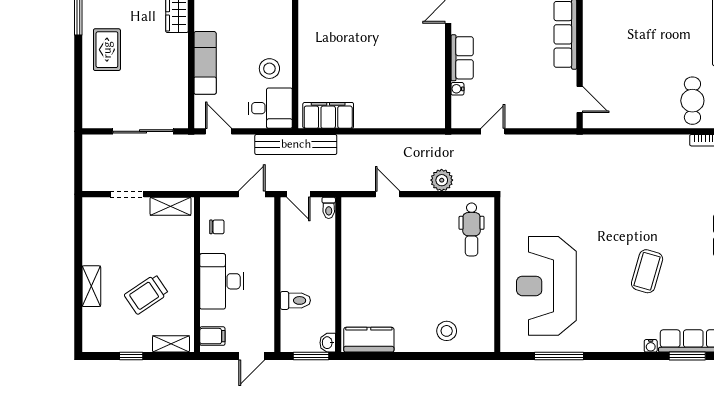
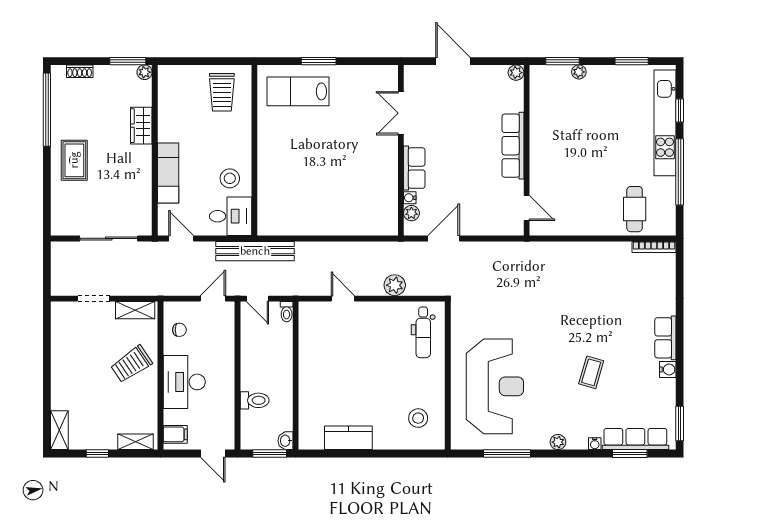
plant: (459, 105) -> (411, 213), added
filing cabinet: (328, 115) -> (286, 223), removed
door: (493, 131) -> (444, 238), width x1.38
coffee table: (647, 271) -> (591, 372), width x0.73, depth x0.77
shelving: (91, 286) -> (59, 430), moved
reception desk: (546, 286) -> (495, 386), turned 180
trolley: (146, 294) -> (131, 364), moved
stool: (447, 331) -> (418, 418), moved
kitchen counter: (369, 340) -> (348, 438), moved
plant: (612, 344) -> (558, 442), added
door: (252, 356) -> (213, 454), hinge flipped

